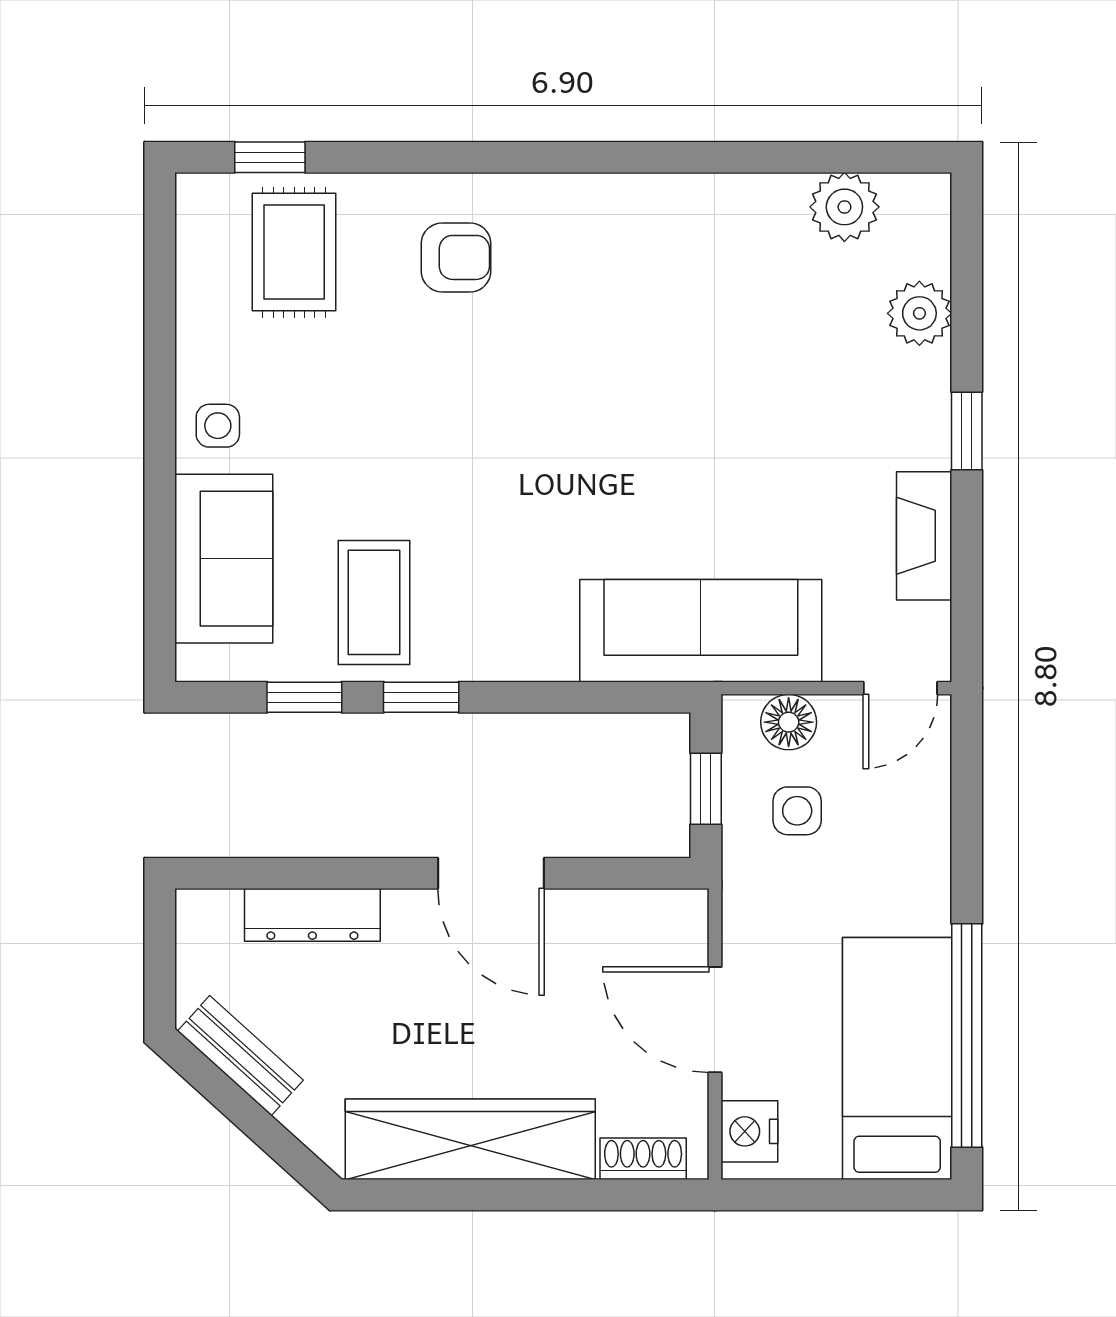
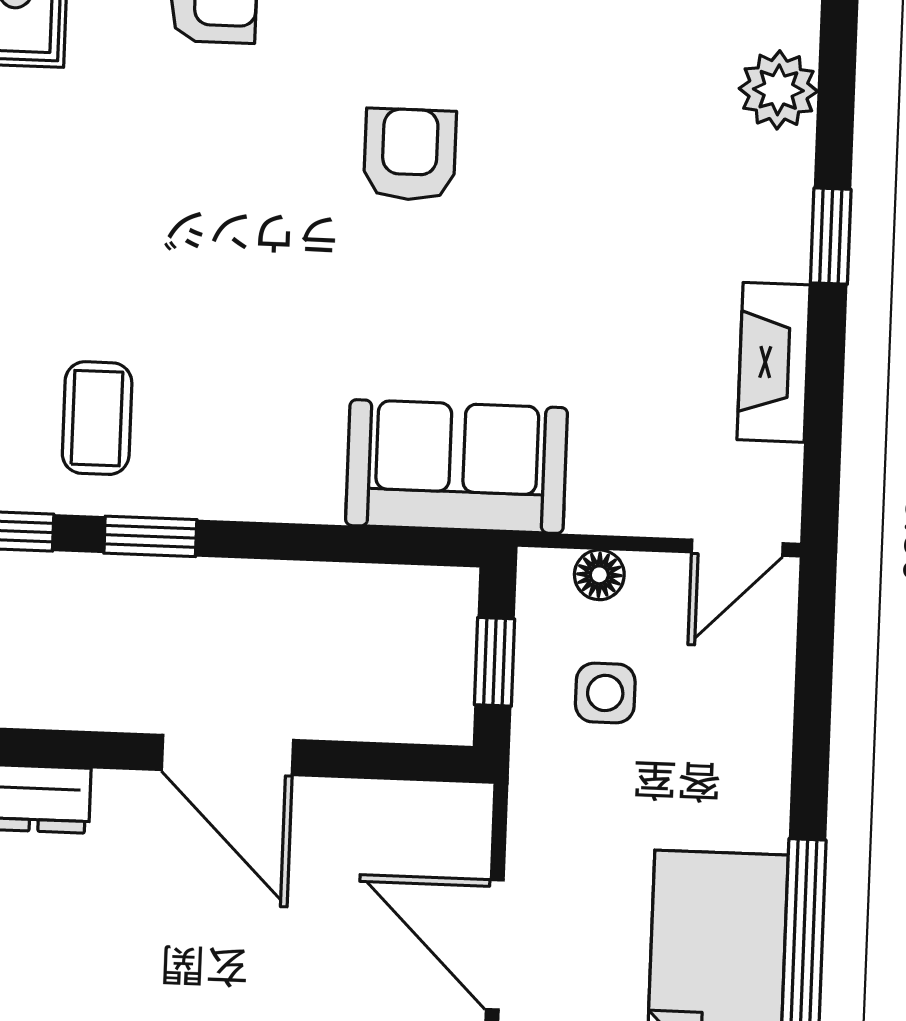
armchair: (621, 378) -> (410, 155), added
coffee table: (374, 602) -> (97, 418), width x0.73, depth x0.77
sofa: (701, 631) -> (457, 467), width x0.73
floor lamp: (789, 722) -> (599, 575), width x0.73, depth x0.73

